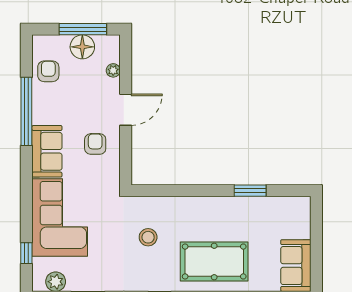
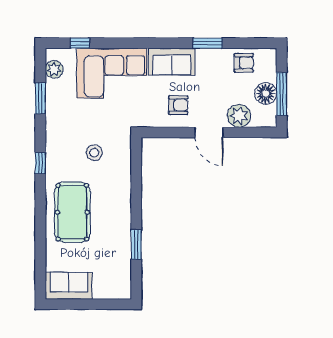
plant: (113, 70) -> (239, 116), width x1.88, depth x1.88
window: (26, 111) -> (208, 43), width x0.47

